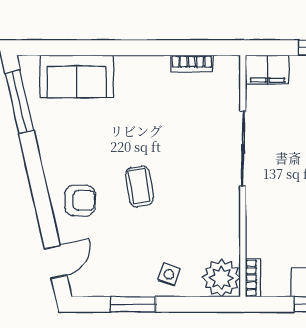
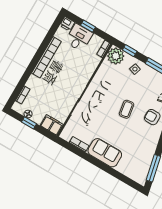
sofa: (77, 76) -> (105, 153), moved
window: (200, 304) -> (130, 51), added

